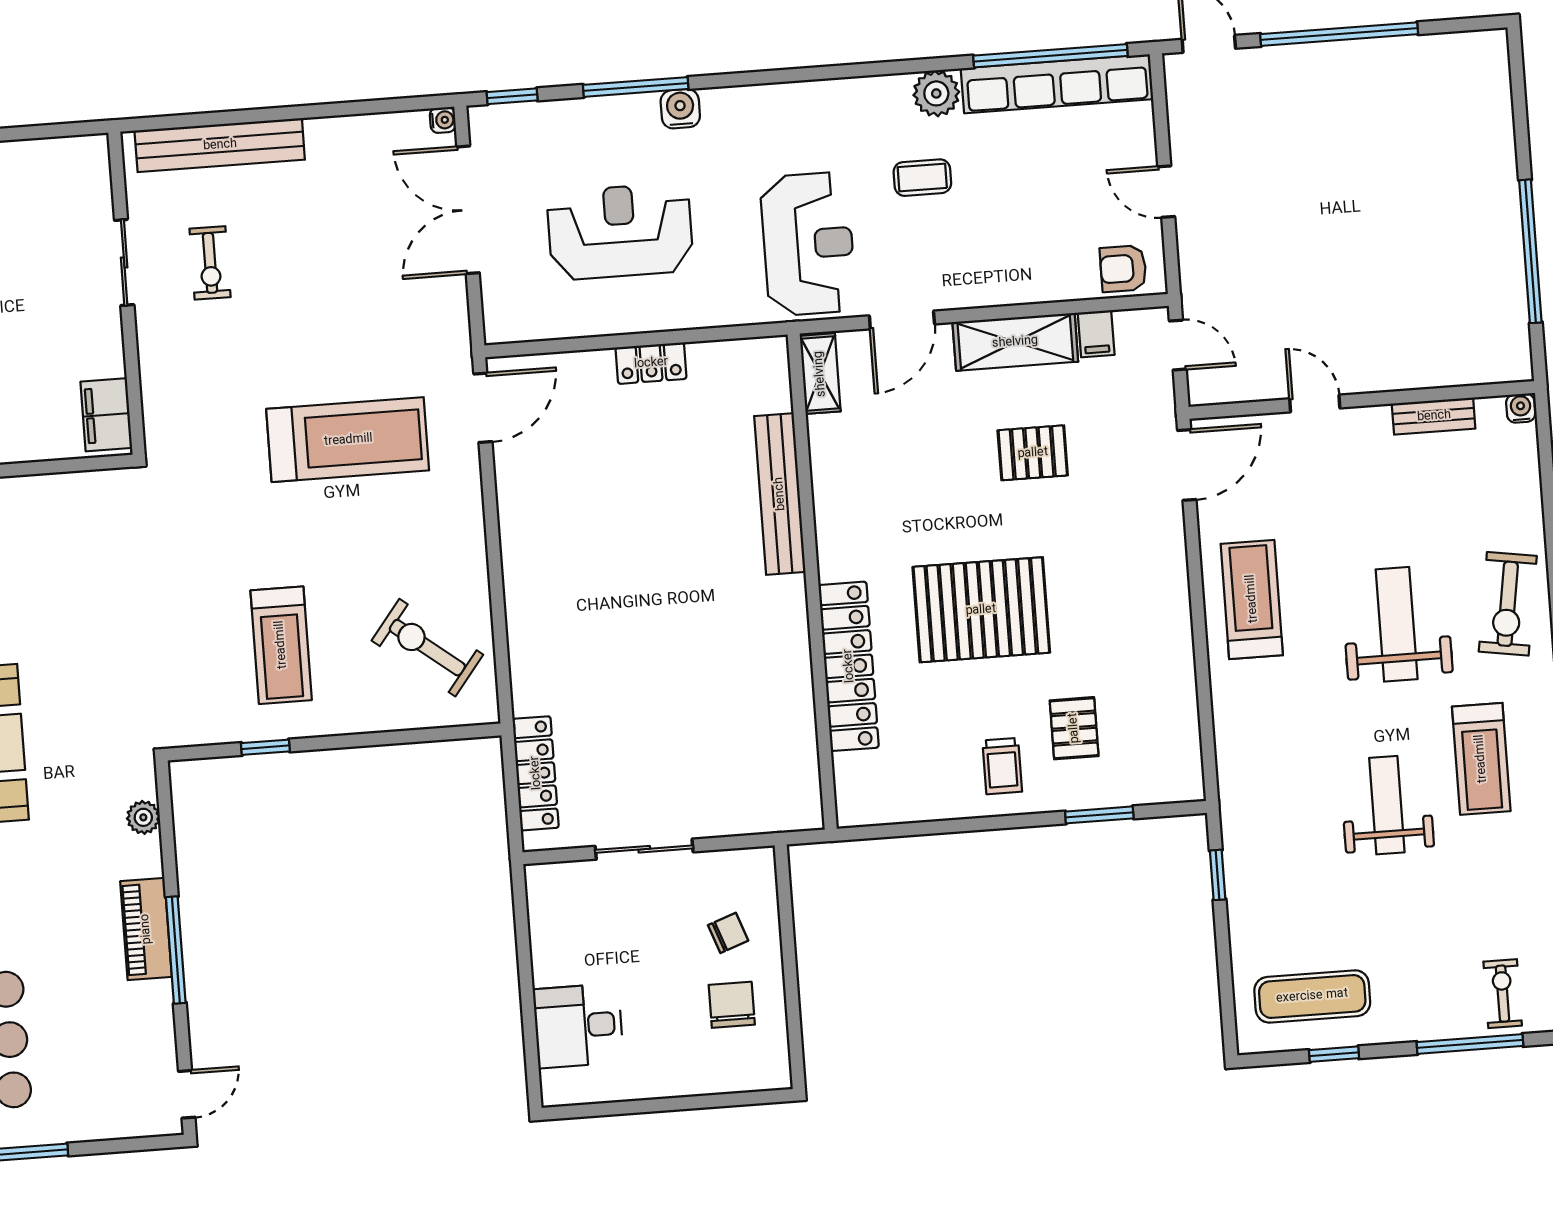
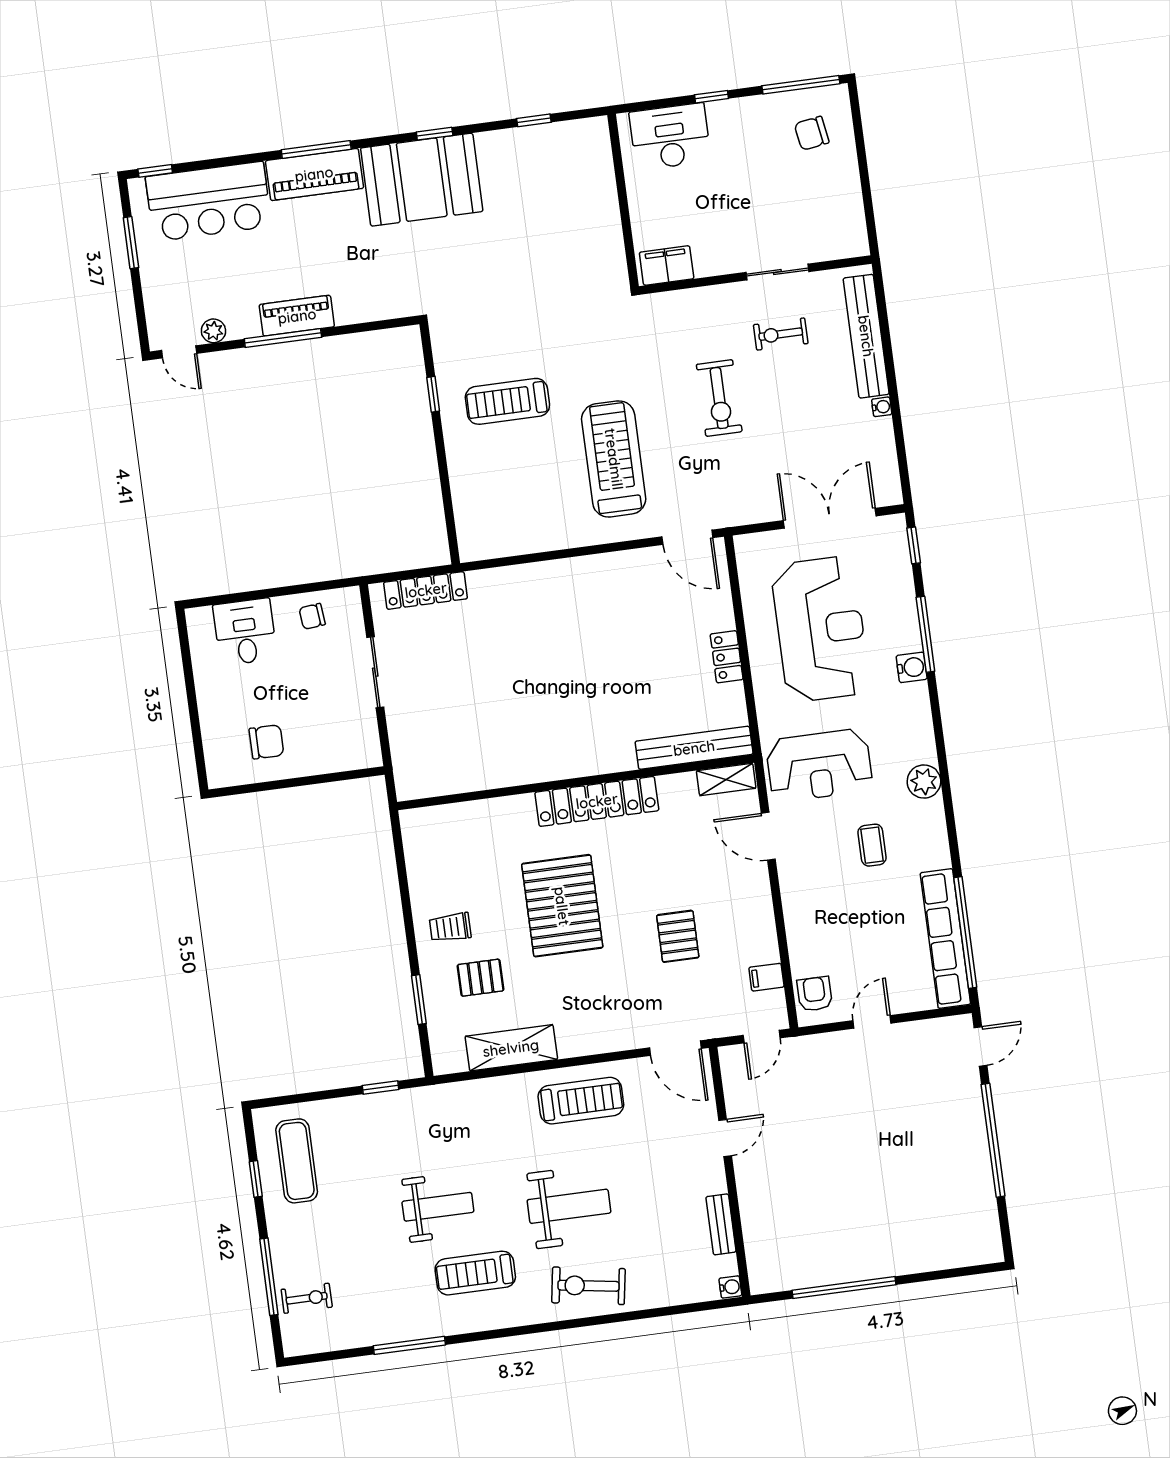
plant: (936, 93) -> (924, 782), moved
water cooler: (443, 120) -> (882, 407), moved, turned -90
reception desk: (620, 231) -> (820, 629), width x1.36, depth x1.30
shelving: (1015, 342) -> (511, 1048), moved, turned 90
treadmill: (348, 440) -> (614, 459), moved, turned 180
bench: (780, 494) -> (694, 748), moved
exercise bike: (427, 648) -> (719, 398), moved, turned 142
locker: (849, 666) -> (597, 801), moved
plant: (143, 817) -> (213, 331), moved
chair: (728, 933) -> (312, 616), moved, turned 104

